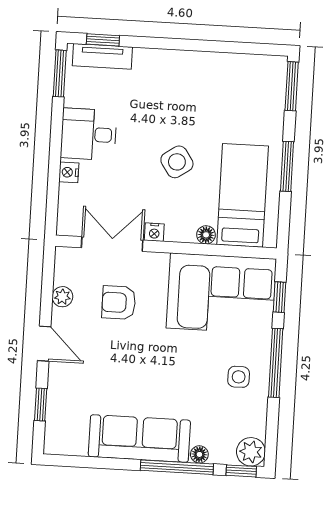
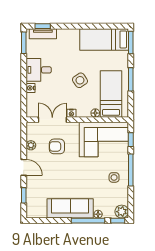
bed: (234, 76) -> (104, 39), added

